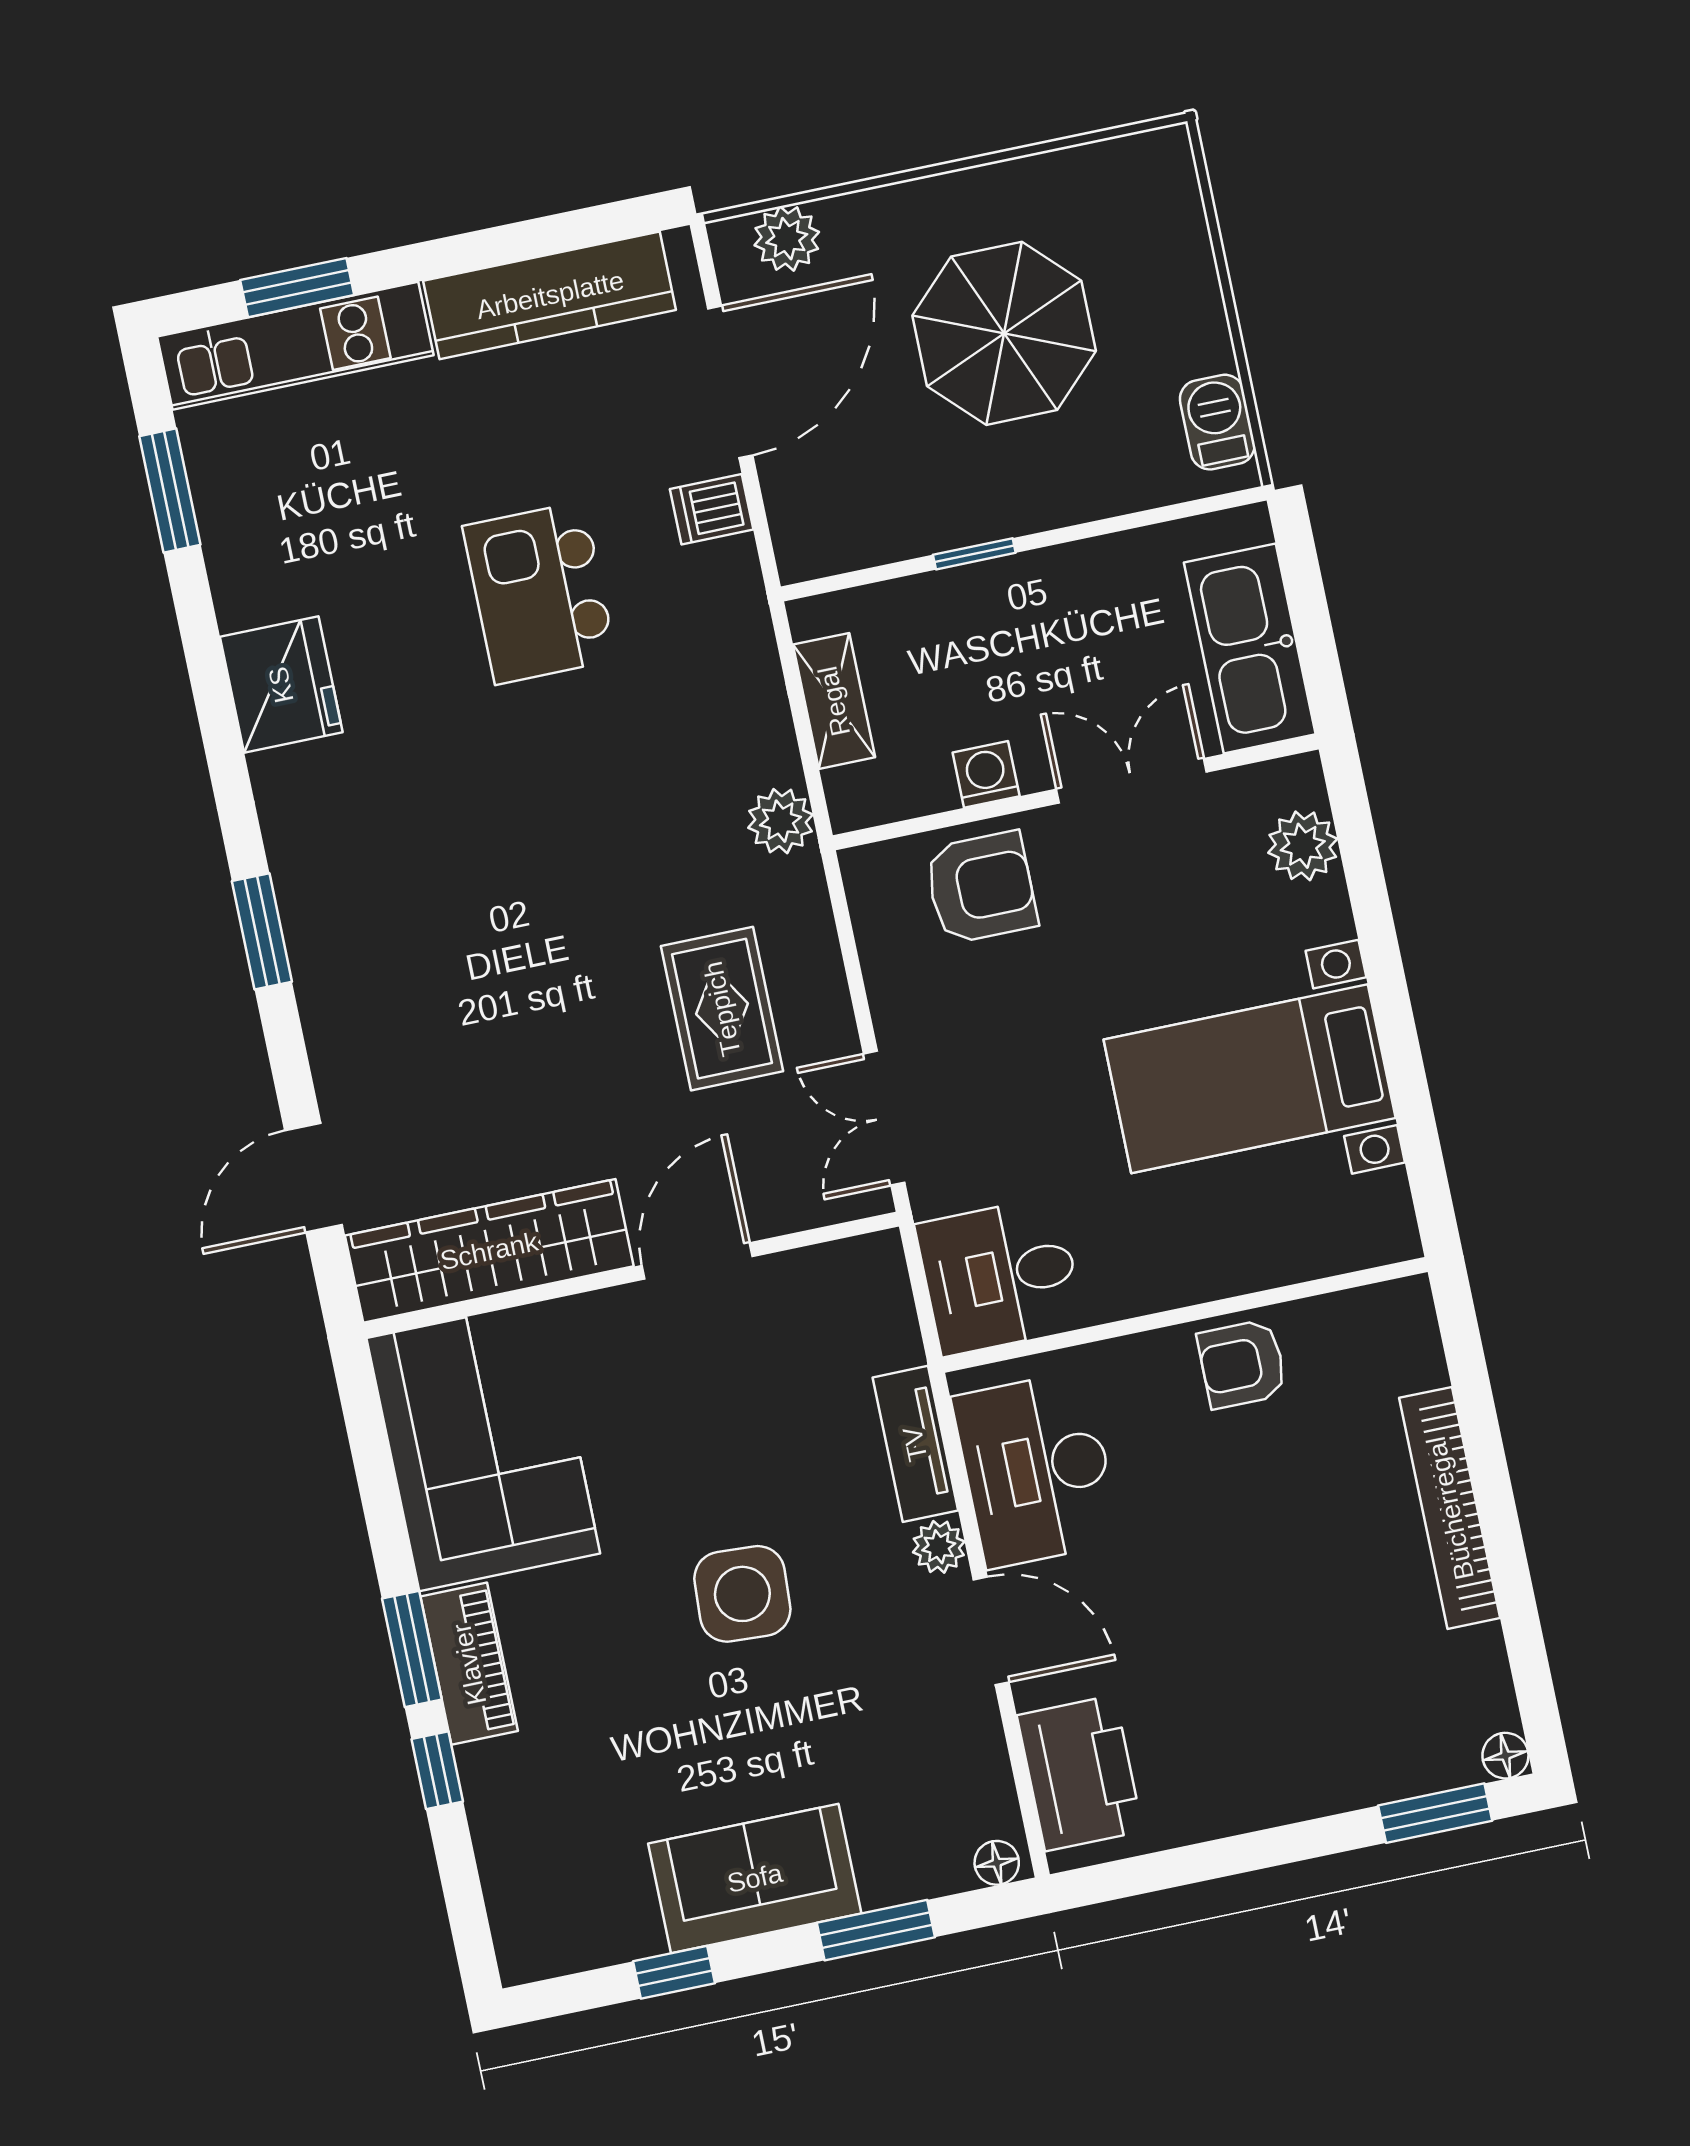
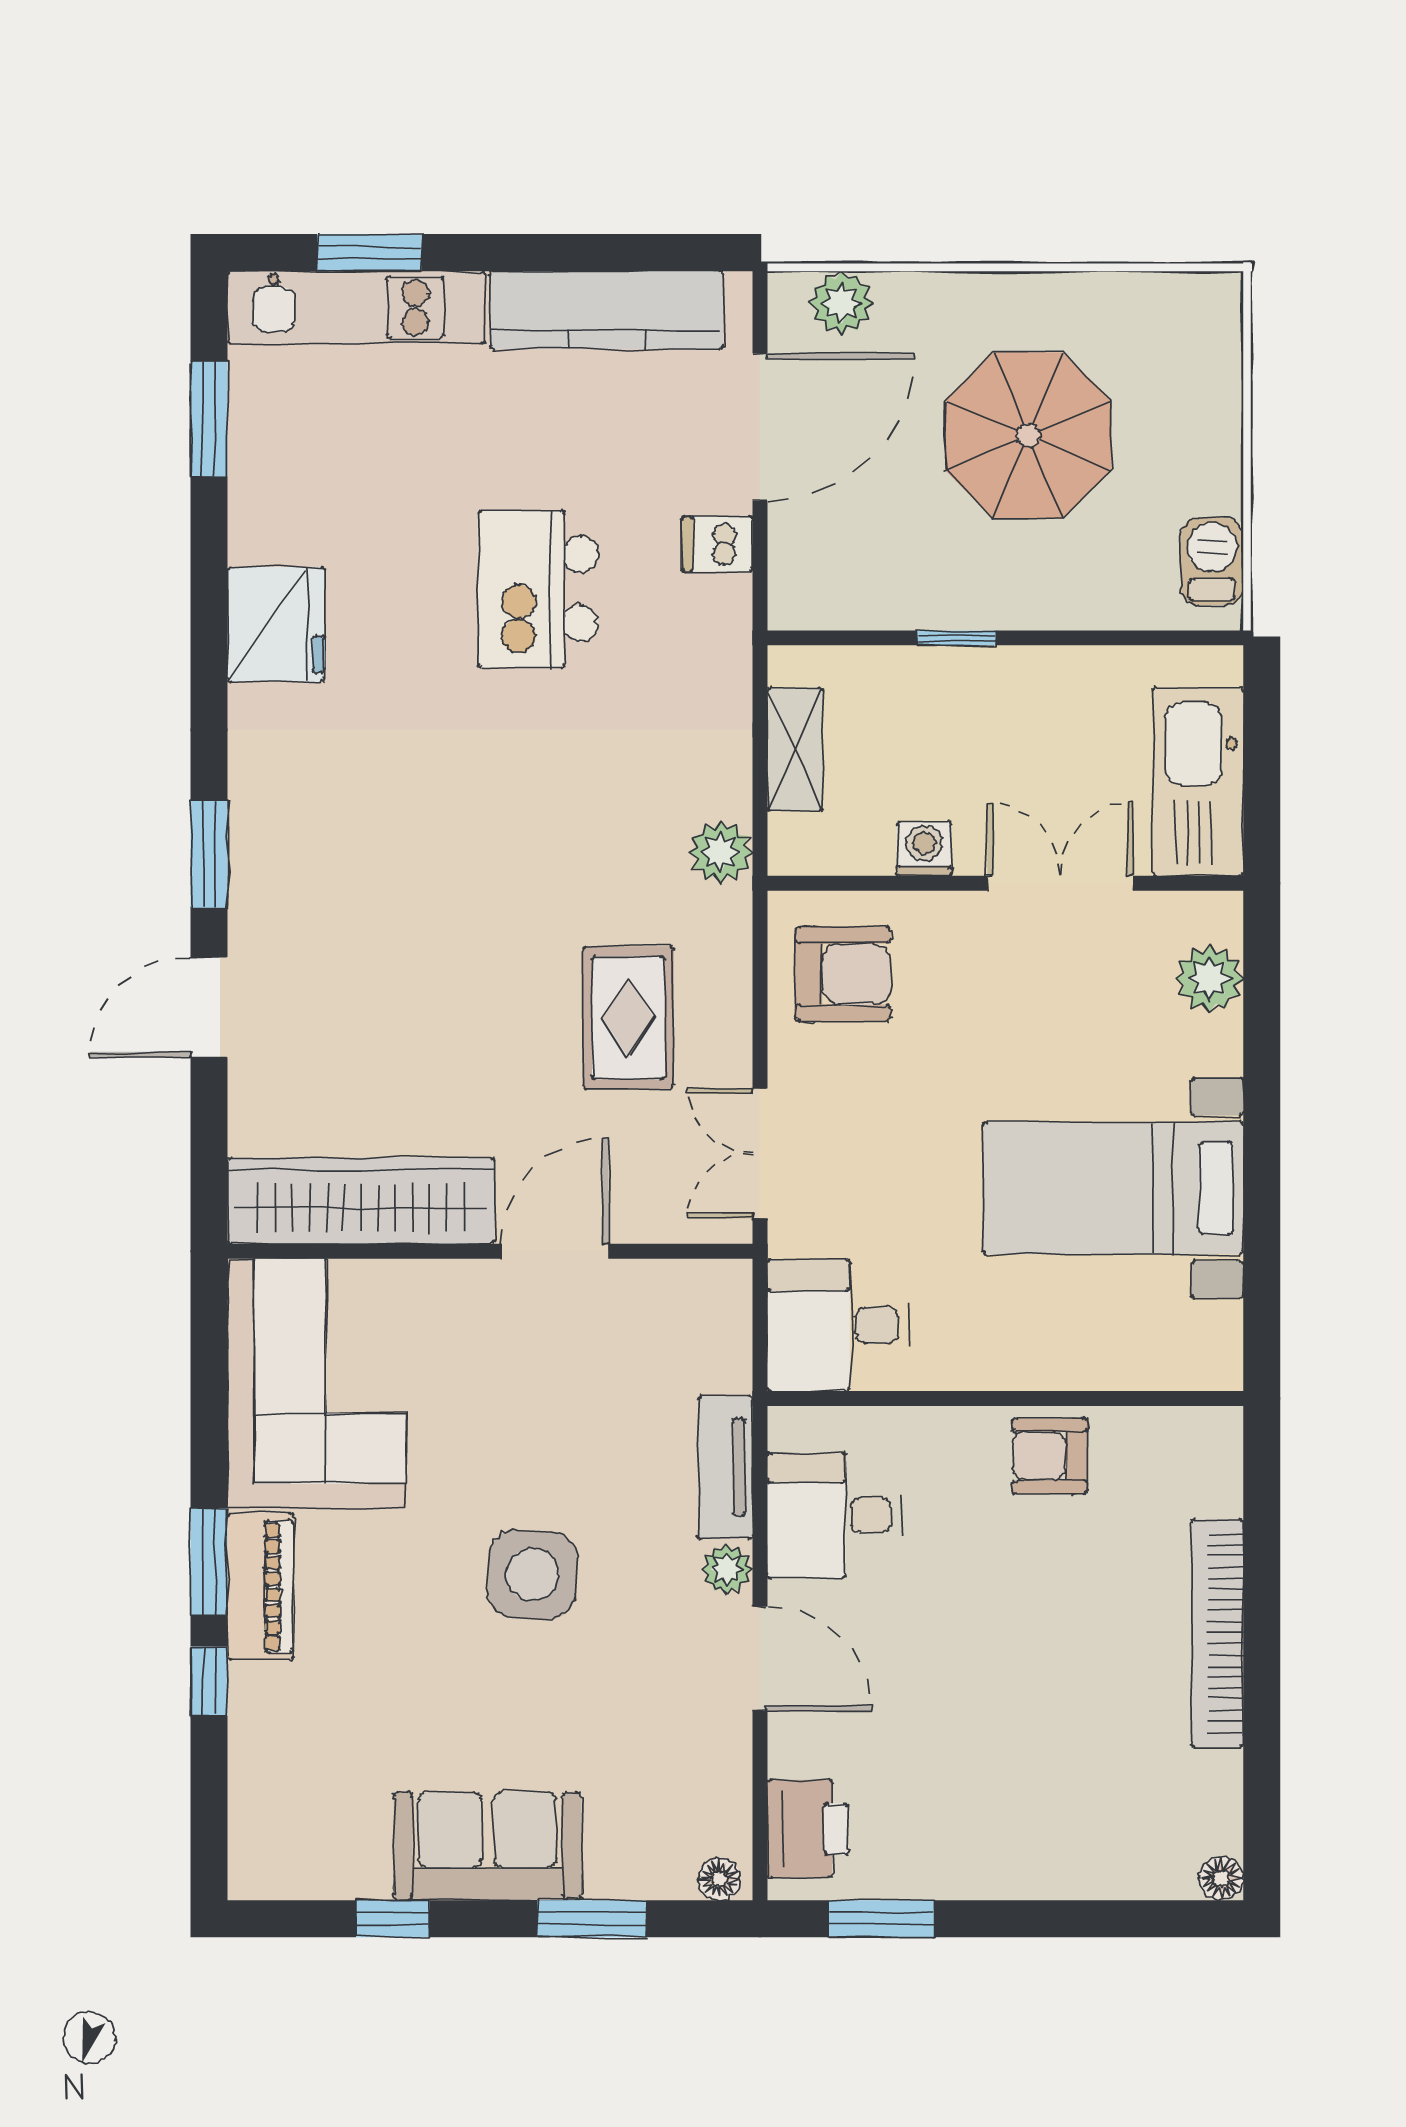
armchair: (981, 888) -> (843, 974), moved
door: (313, 1178) -> (209, 1007), moved
desk: (1037, 1469) -> (835, 1515), width x0.73
printer: (1080, 1773) -> (808, 1829), width x0.73, depth x0.84
window: (1435, 1813) -> (881, 1919), moved

